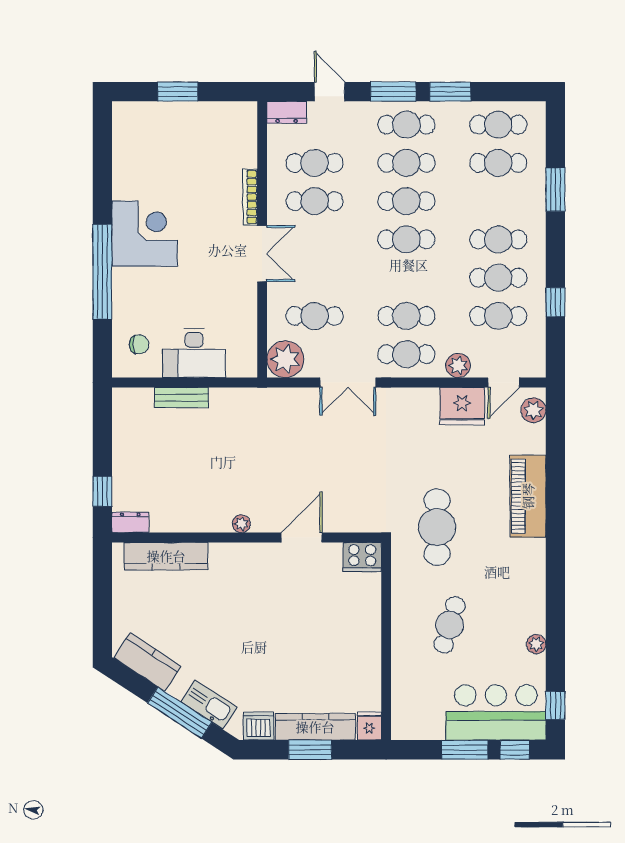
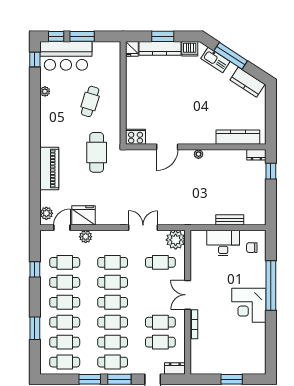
cafe table: (498, 201) -> (65, 322), added
cafe table: (406, 354) -> (113, 282), moved

